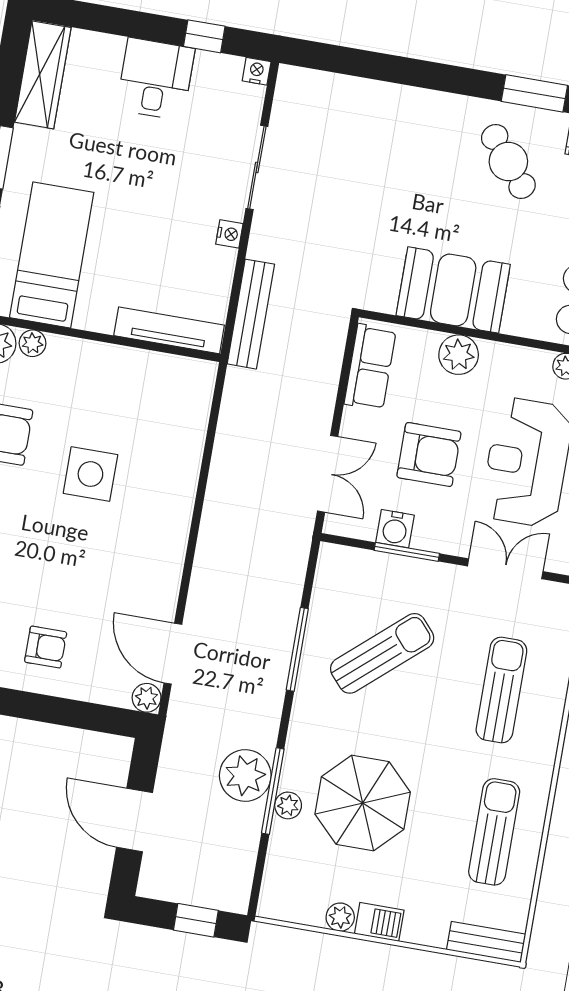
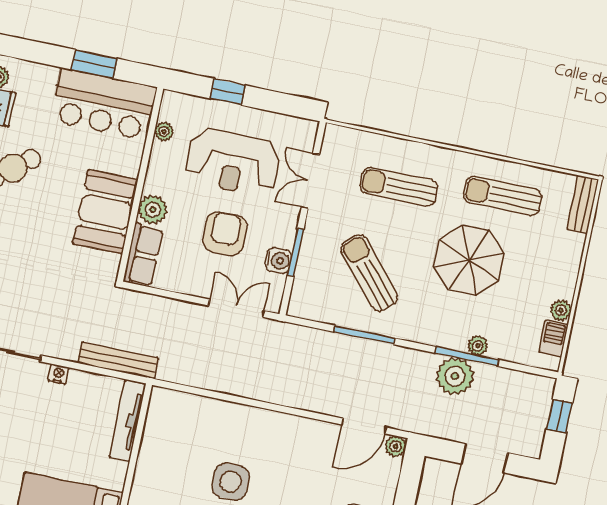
row of seats: (370, 367) -> (143, 255), moved, turned 90
parasol: (363, 803) -> (469, 260), moved
barbecue: (379, 922) -> (554, 338), moved

